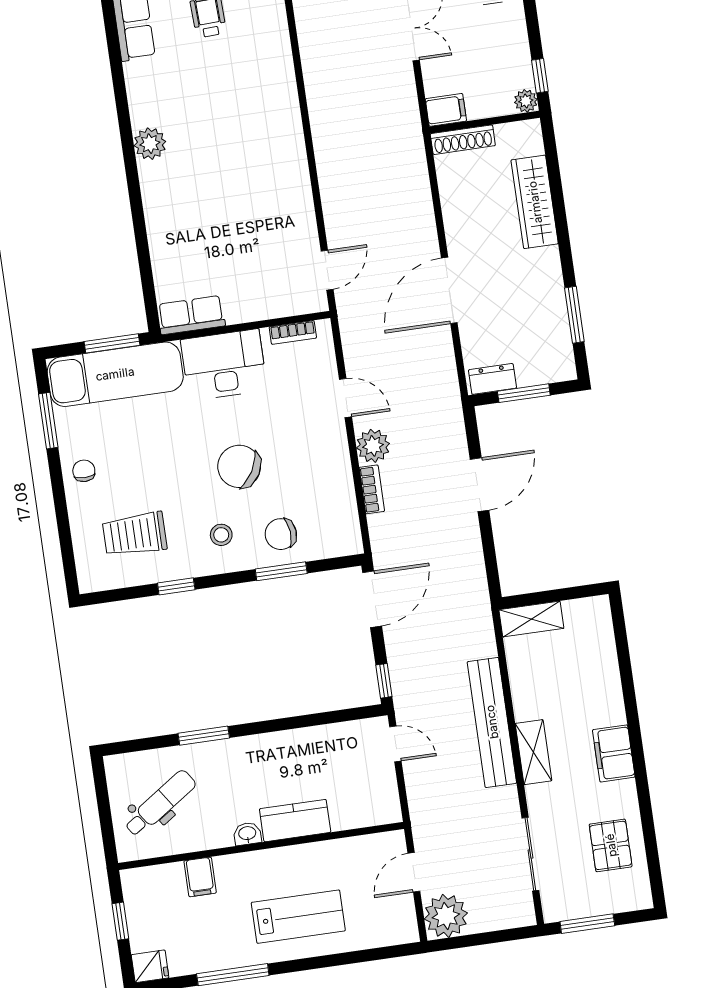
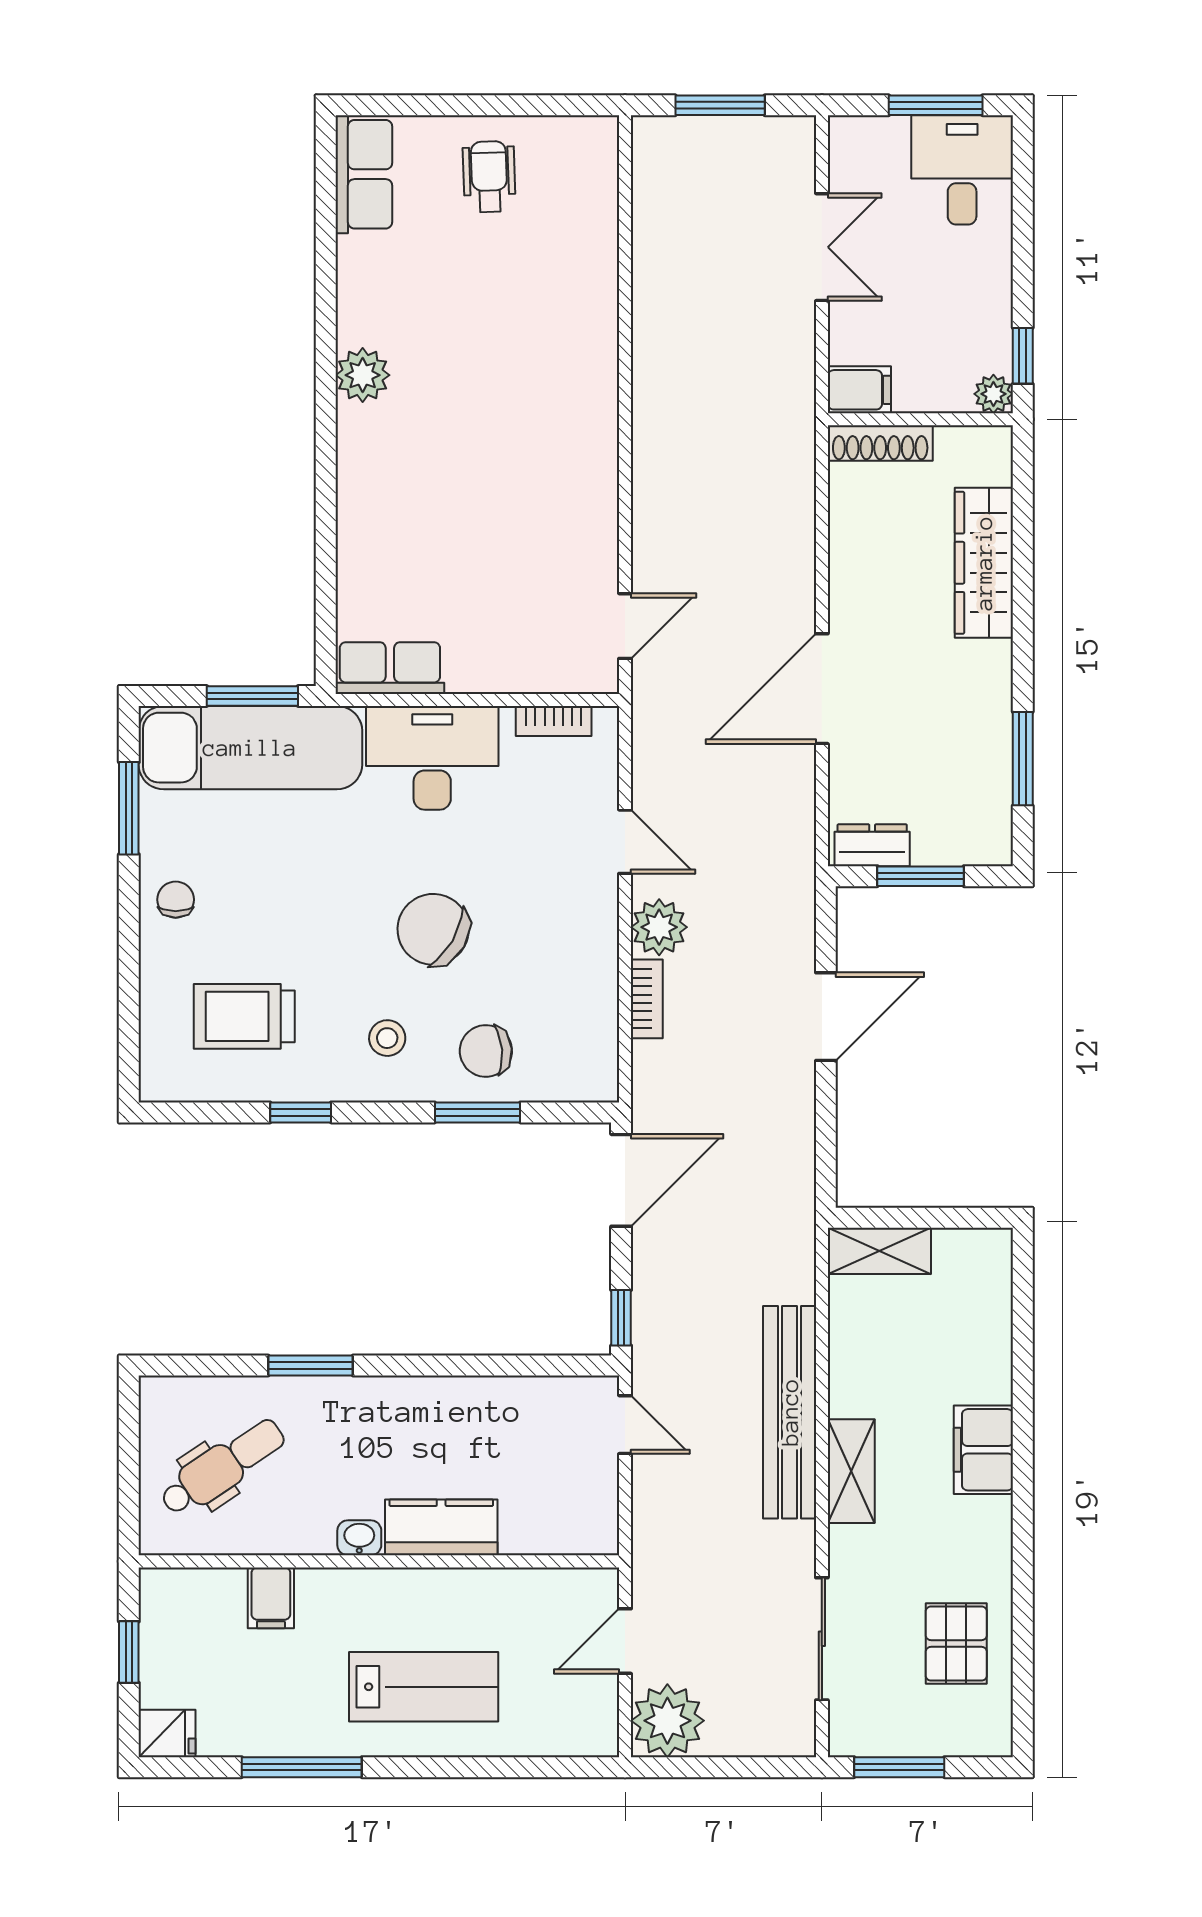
filing cabinet: (614, 753) -> (983, 1450), moved

